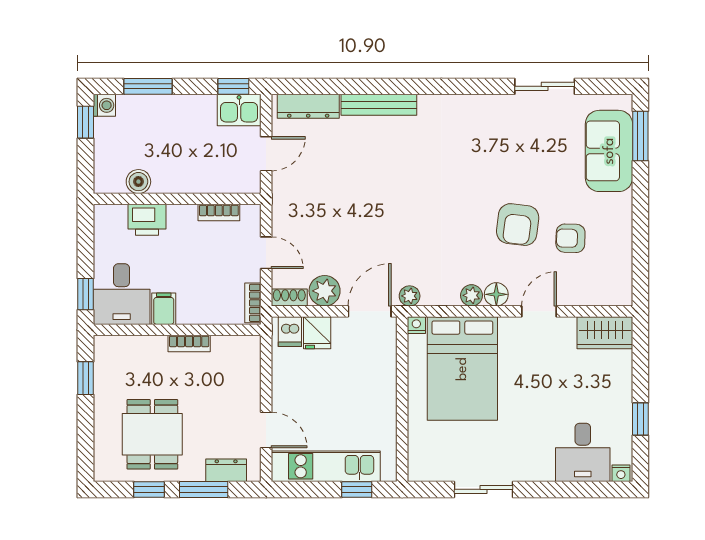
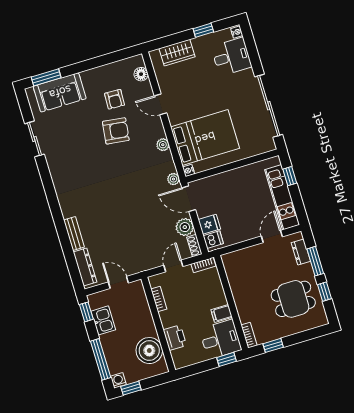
window: (148, 86) -> (101, 359), width x1.44
bench: (379, 105) -> (74, 234), width x0.73
kitchen sink: (239, 110) -> (103, 320), moved
boiler: (138, 182) -> (149, 351), width x1.86, depth x1.86
floor lamp: (496, 294) -> (141, 74), moved
wardrobe: (605, 333) -> (177, 53), moved, turned 90
bookcase: (189, 343) -> (249, 335), moved
sliding door: (483, 489) -> (269, 106), width x1.86

